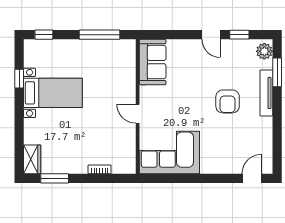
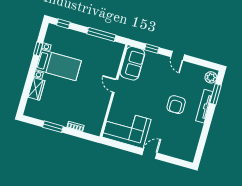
window: (239, 35) -> (152, 49), moved
door: (138, 114) -> (115, 86), moved
wardrobe: (32, 159) -> (36, 89), moved
window: (55, 178) -> (53, 127), moved
door: (252, 178) -> (150, 154), moved

